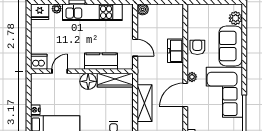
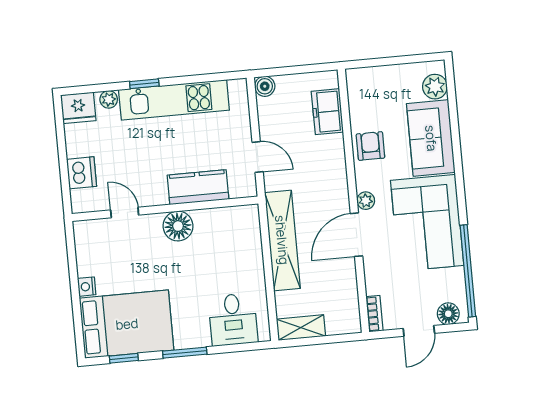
freezer: (175, 51) -> (327, 112), moved
dishwasher: (39, 62) -> (82, 173), moved, turned 90
door: (60, 71) -> (125, 213), hinge flipped
wardrobe: (115, 80) -> (227, 219), removed
shelving: (144, 103) -> (282, 240), width x1.47

